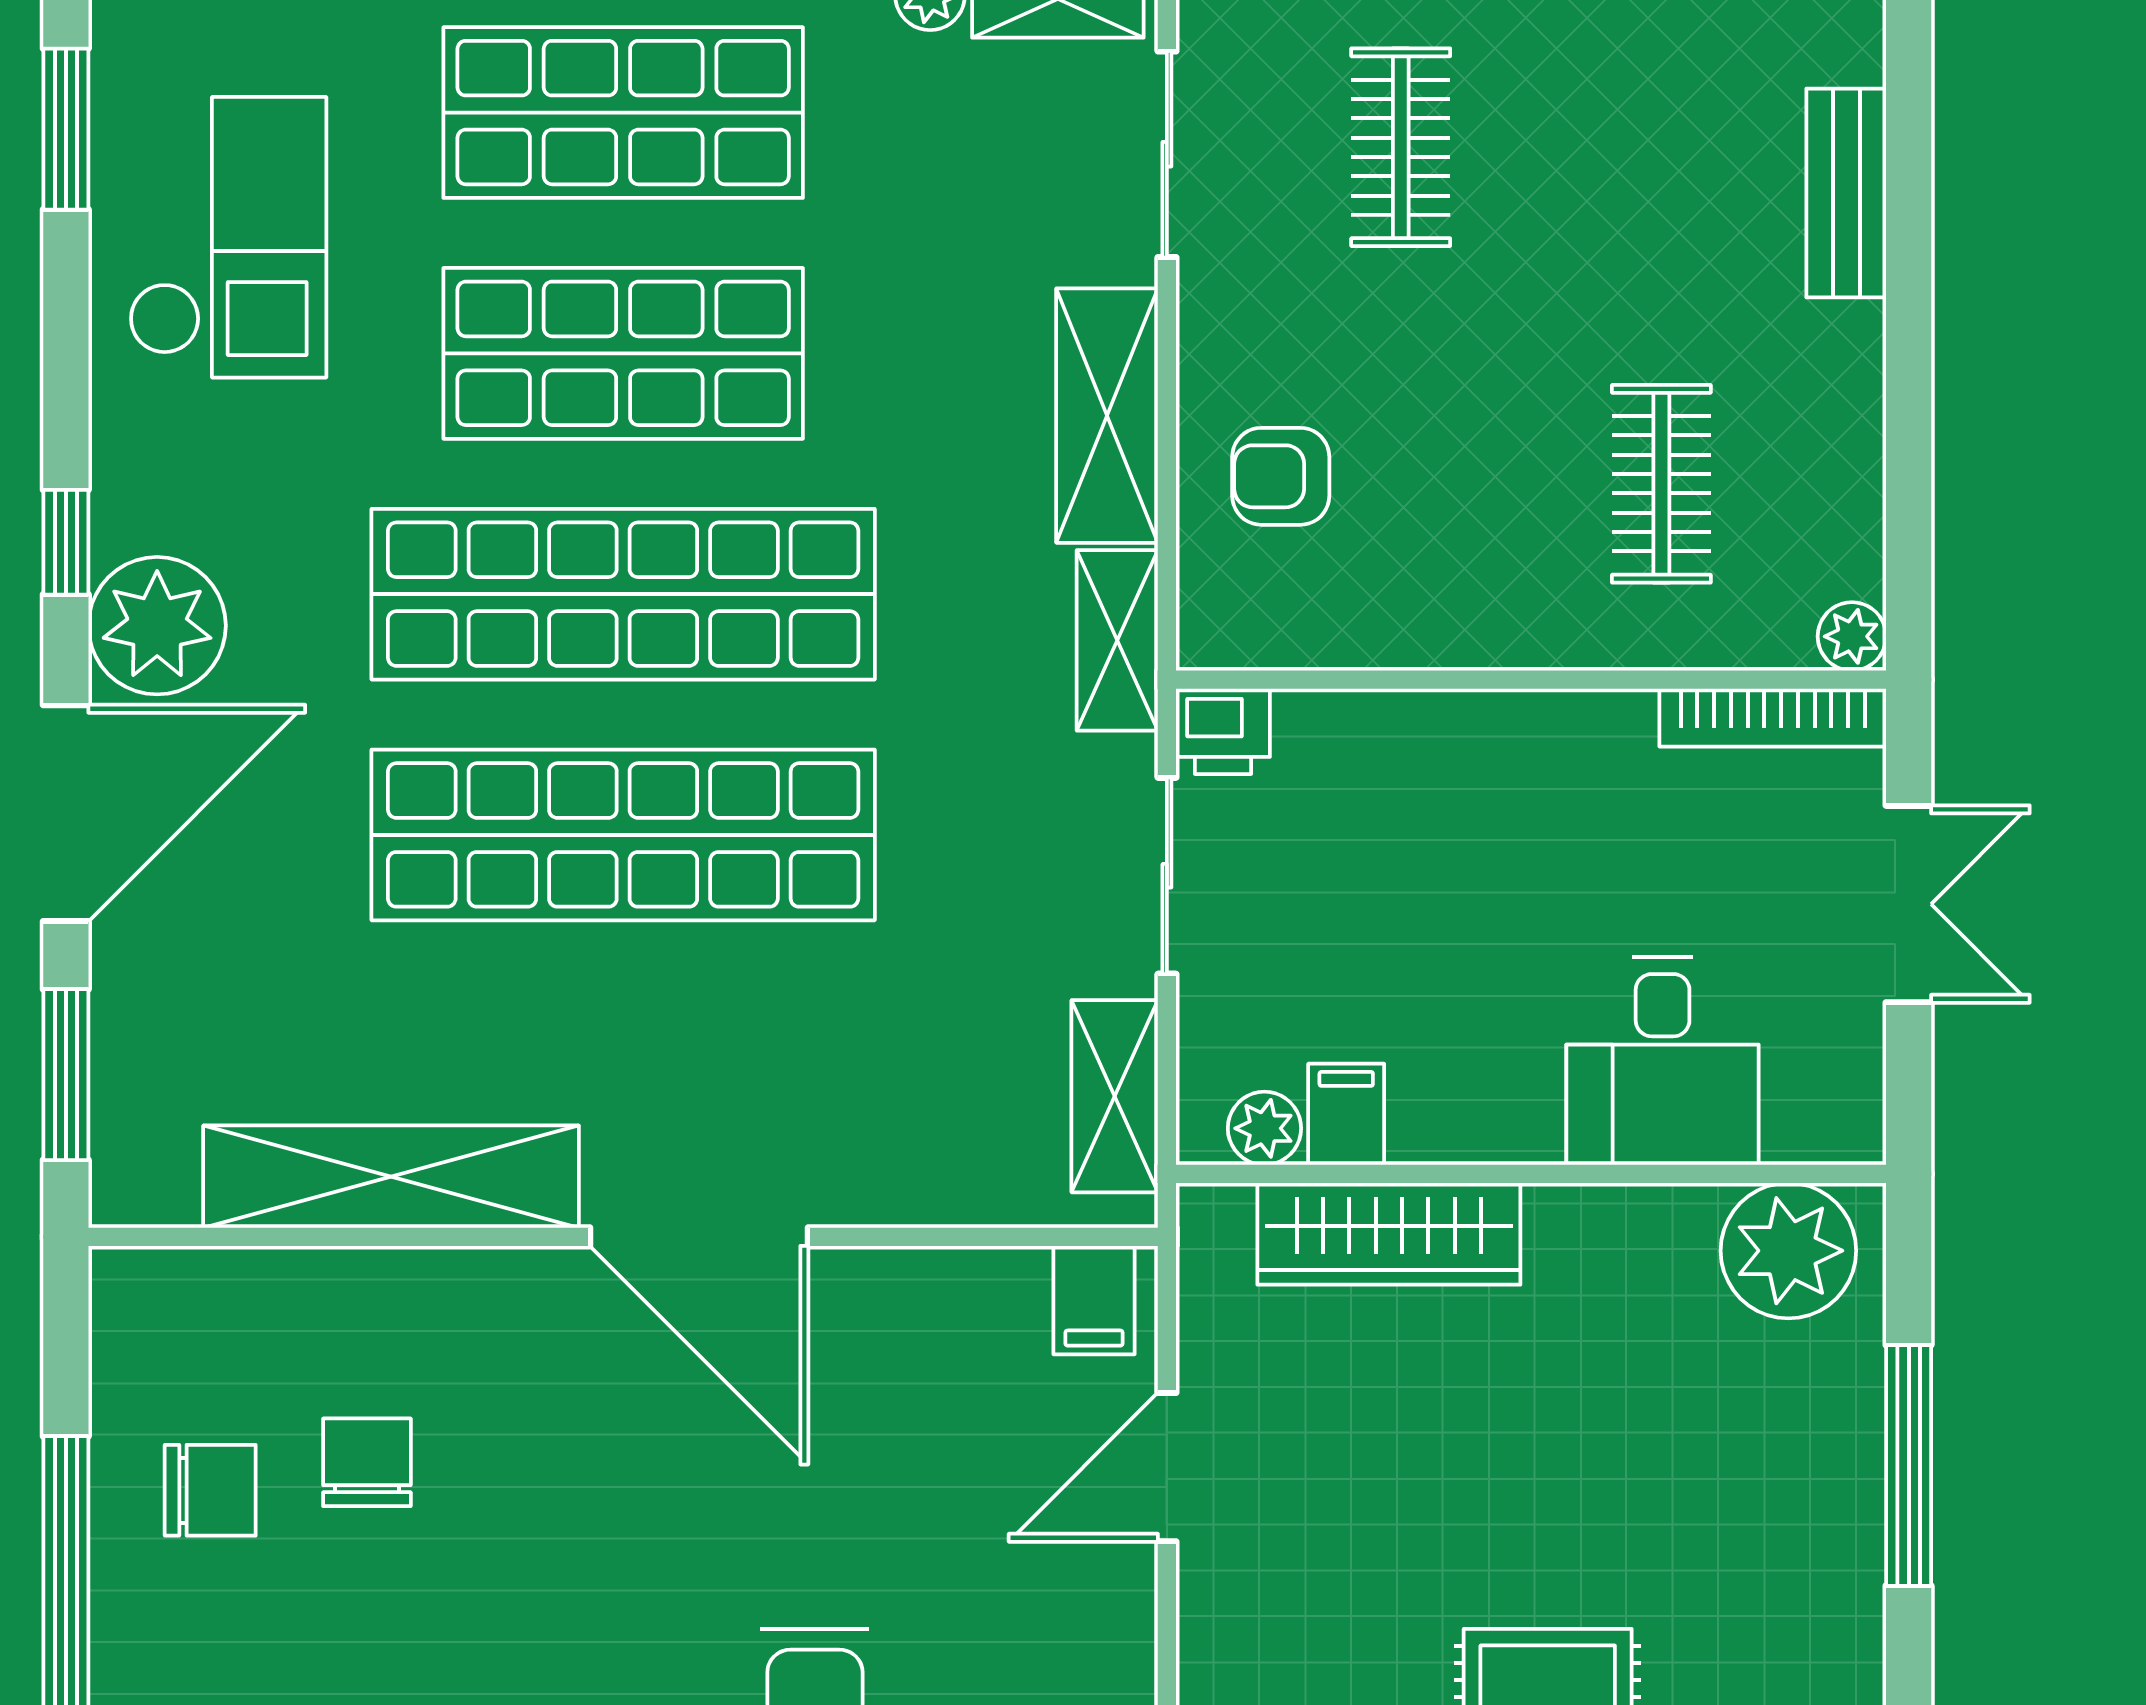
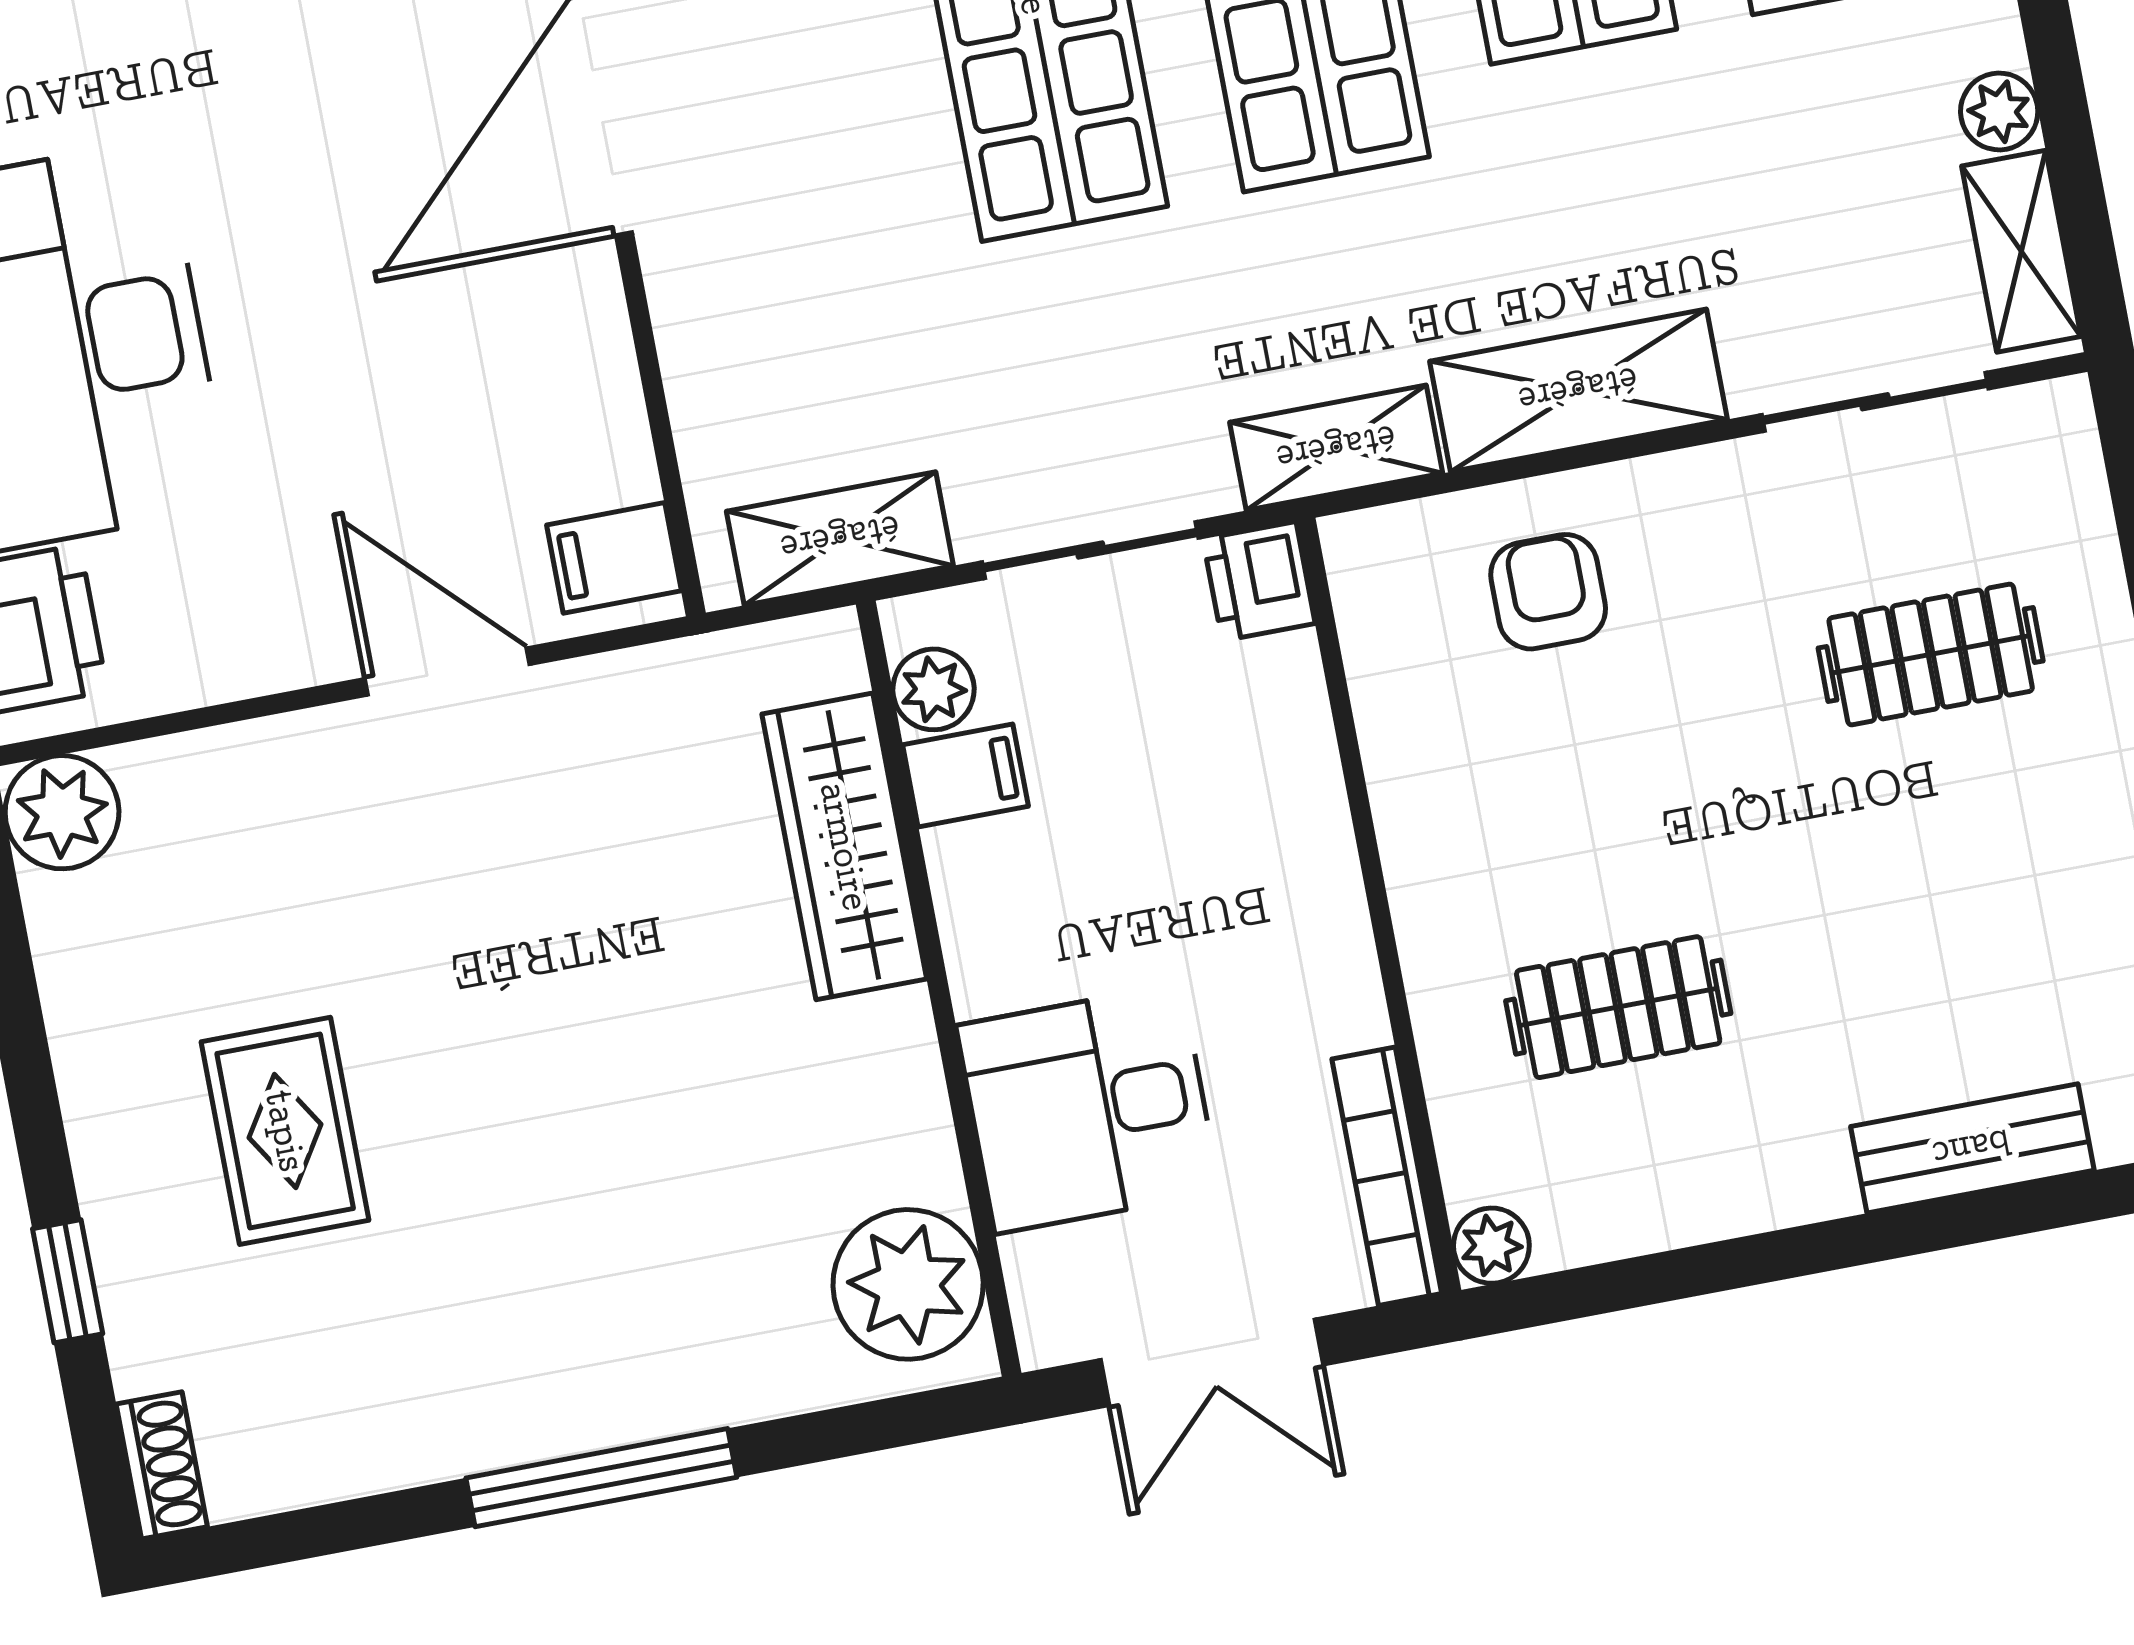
desk: (1663, 1061) -> (1088, 1109), moved
filing cabinet: (1346, 1114) -> (965, 776), moved
plant: (1264, 1128) -> (933, 689), moved
wall: (1531, 1174) -> (939, 989), moved
wardrobe: (1389, 1234) -> (844, 846), moved
plant: (1788, 1251) -> (908, 1284), moved

